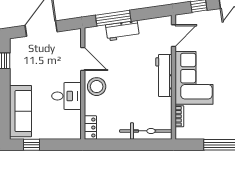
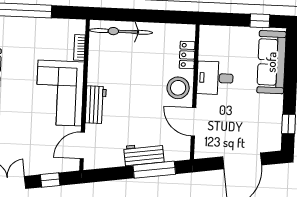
workbench: (164, 75) -> (96, 105), width x0.73
locker: (90, 128) -> (187, 55), moved

